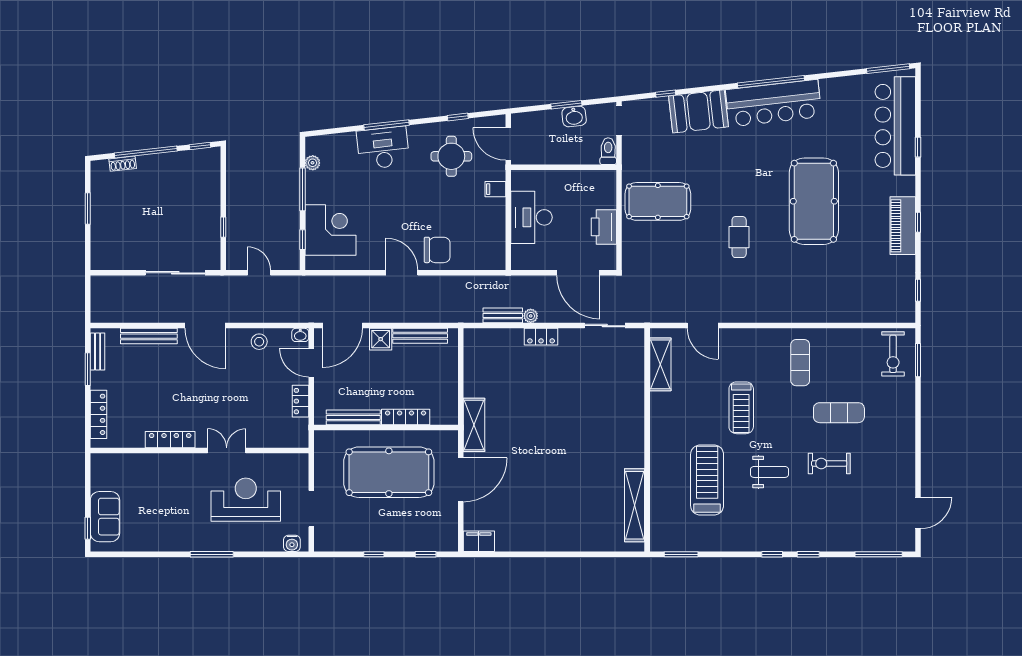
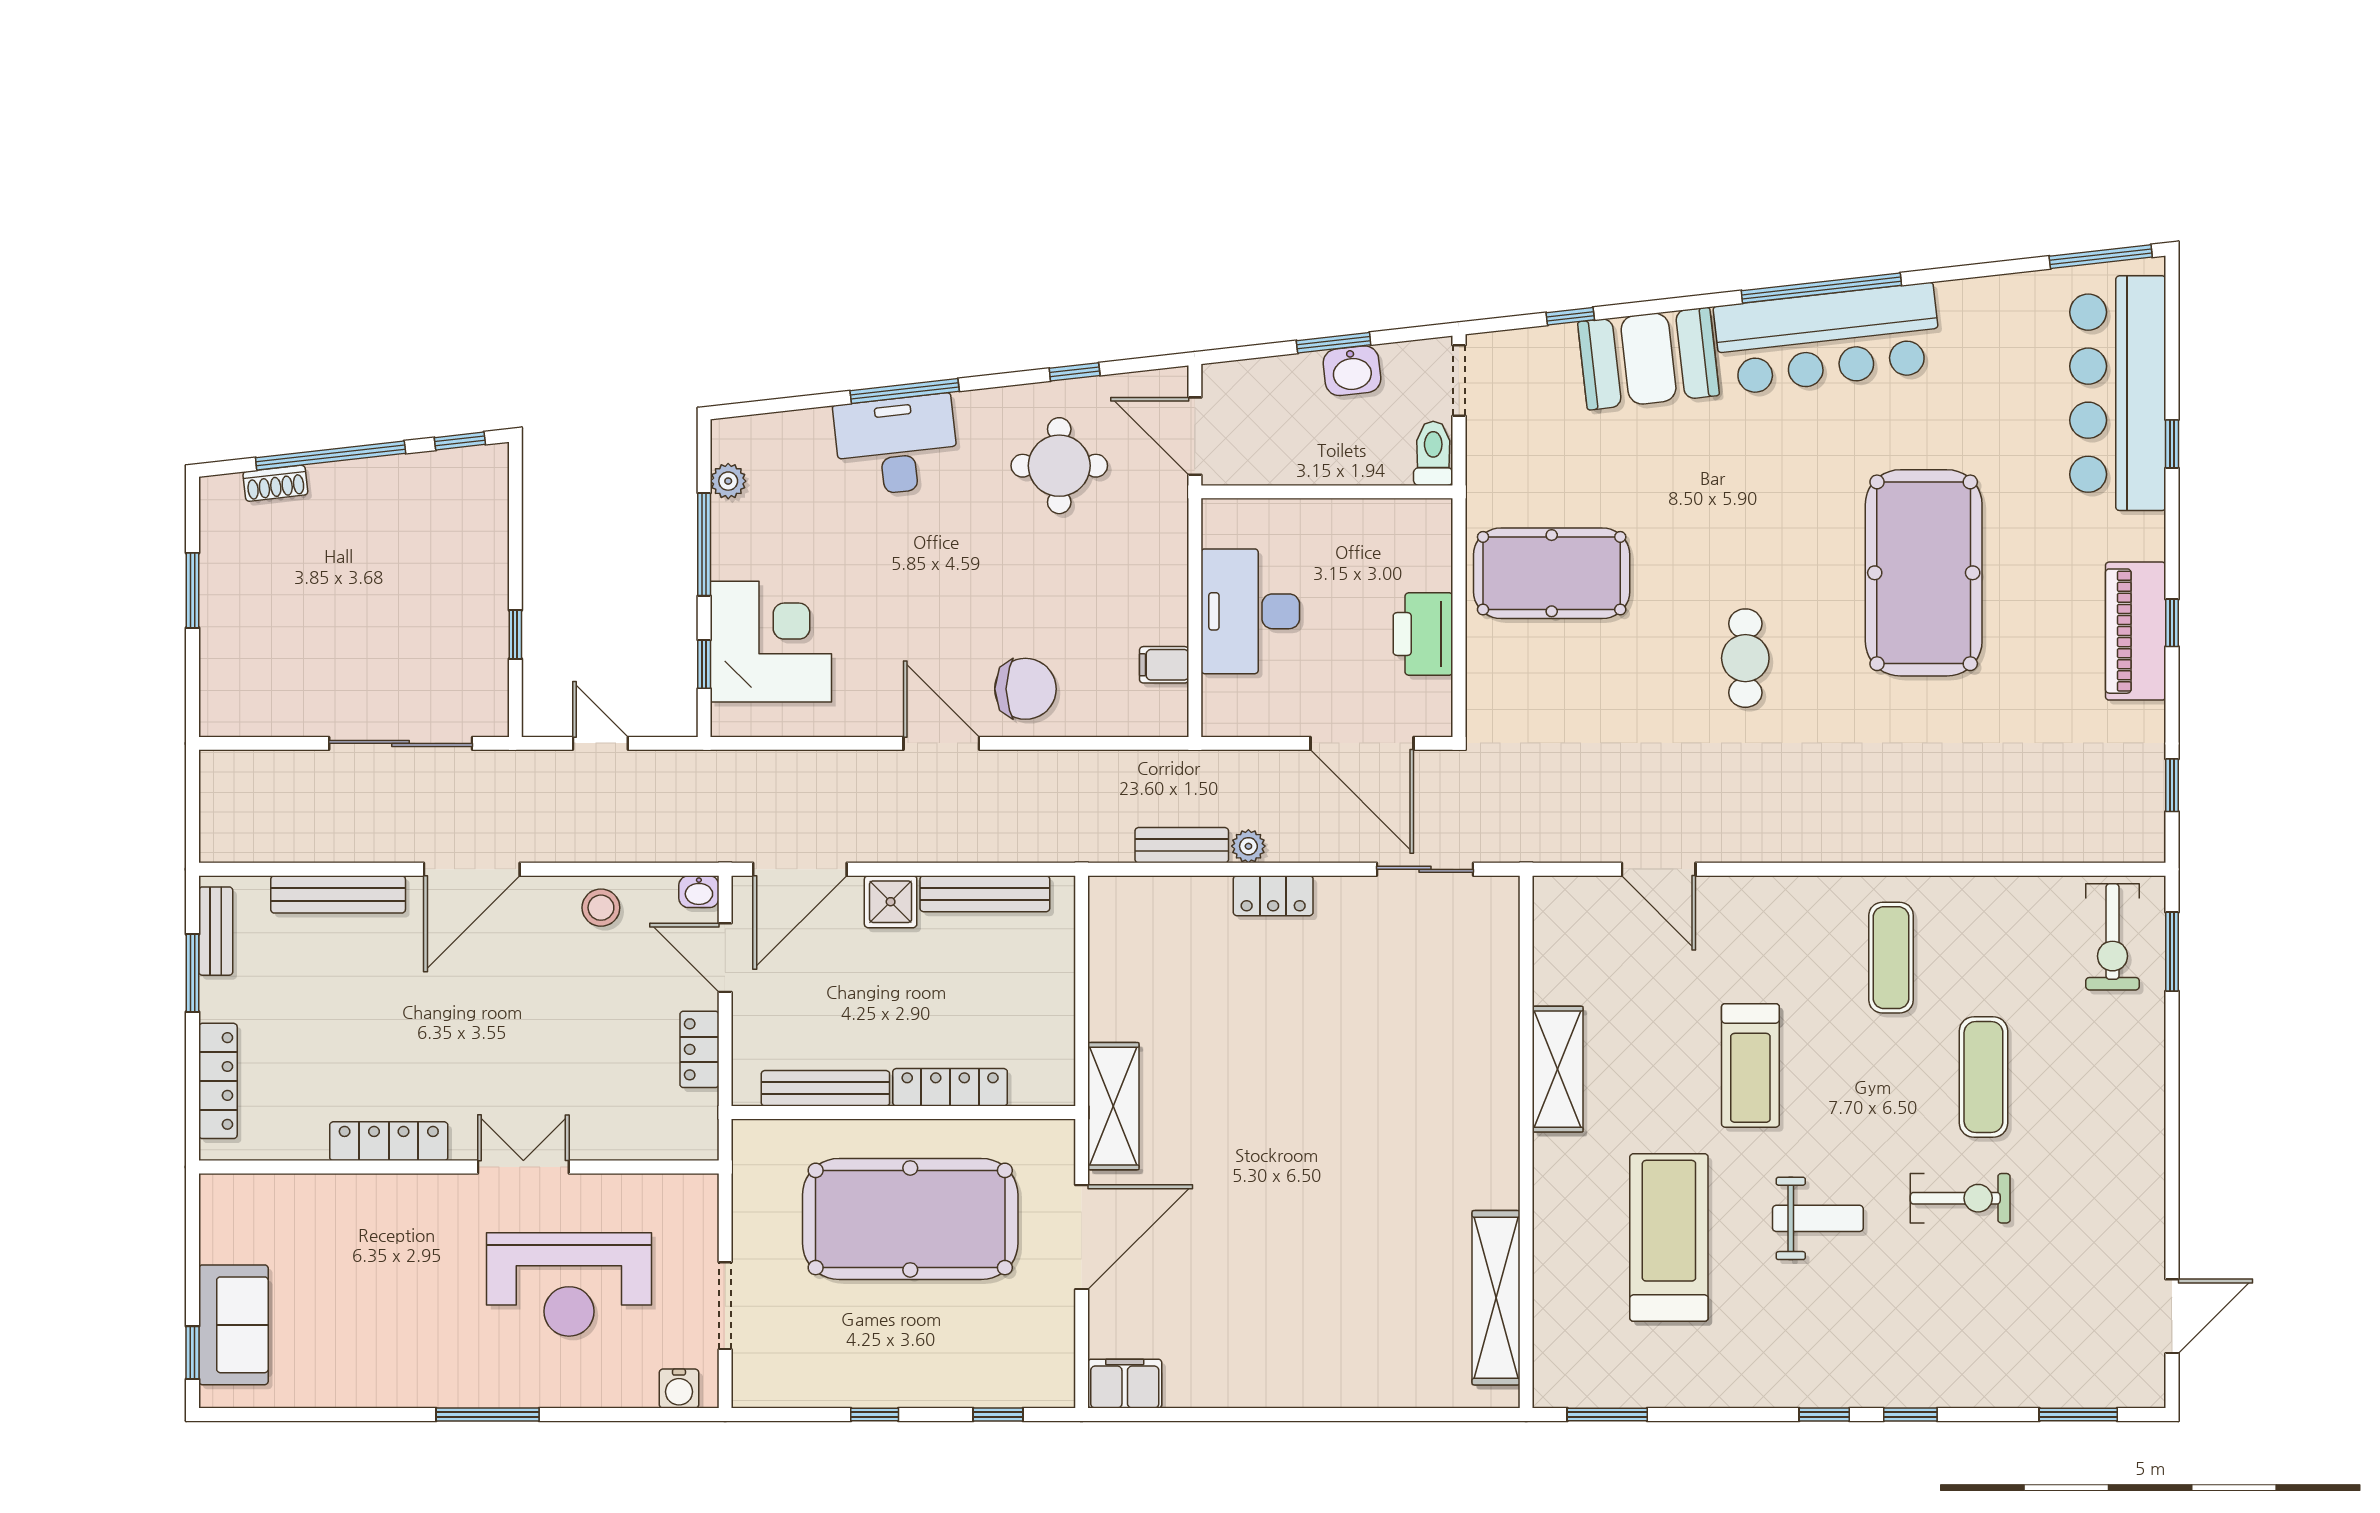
filing cabinet: (495, 189) -> (1164, 665), moved
door: (205, 326) -> (472, 869), hinge flipped
shelving: (660, 364) -> (1558, 1069), moved
exercise mat: (839, 413) -> (1983, 1077), turned 90
exercise bike: (829, 464) -> (1960, 1198), turned 180
reception desk: (246, 500) -> (569, 1284), turned 180
window: (879, 554) -> (2078, 1414), width x0.69

